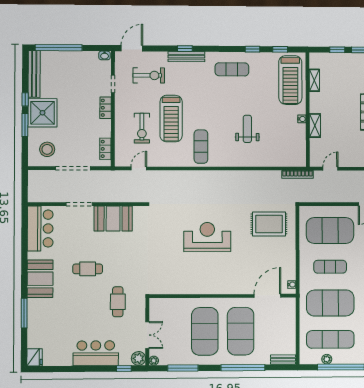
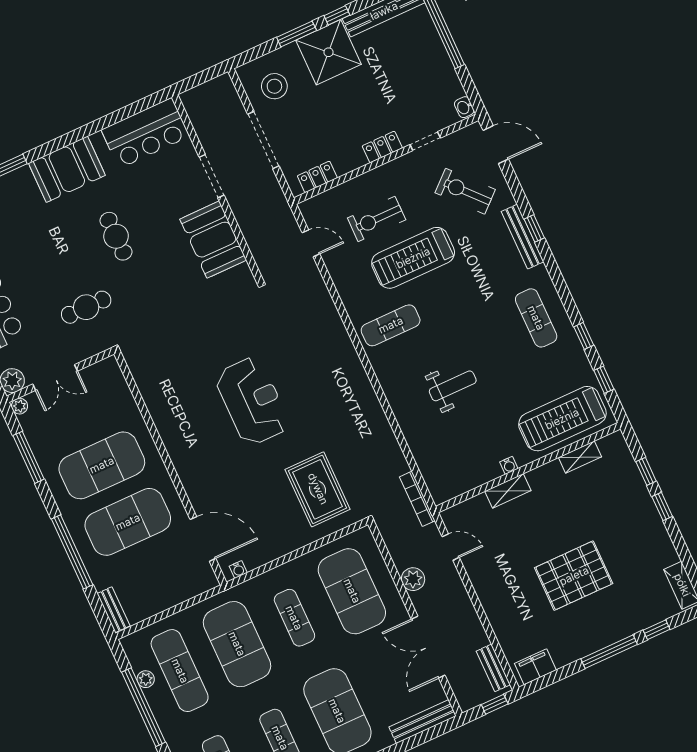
exercise bike: (149, 75) -> (465, 191), turned 138
plant: (338, 196) -> (413, 579), added

